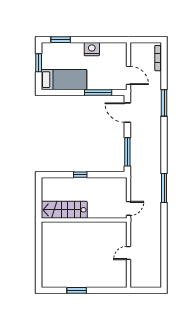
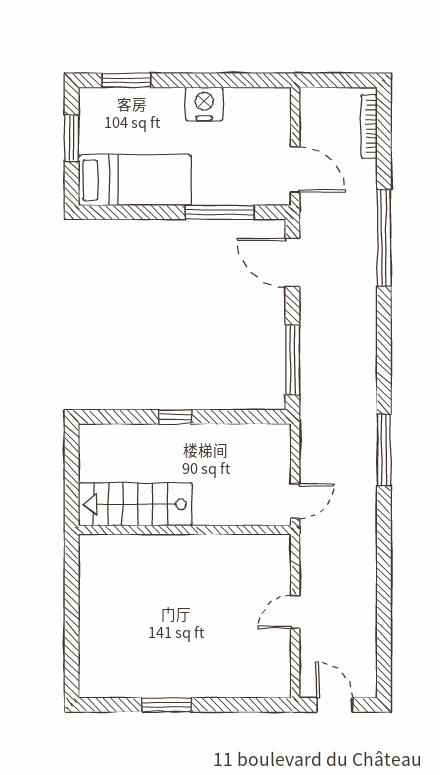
window: (164, 103) -> (384, 238), width x1.46
door: (144, 290) -> (335, 705), added

